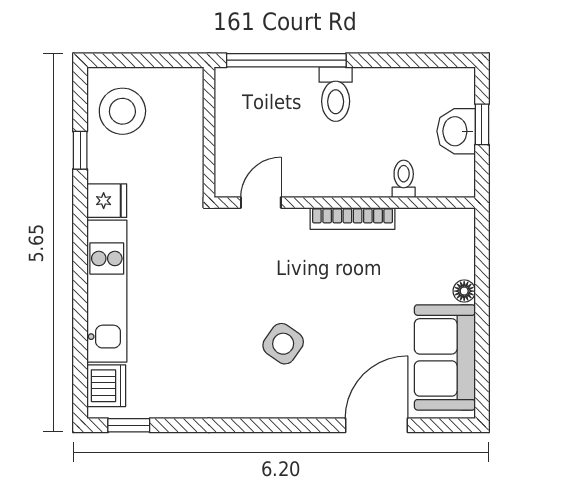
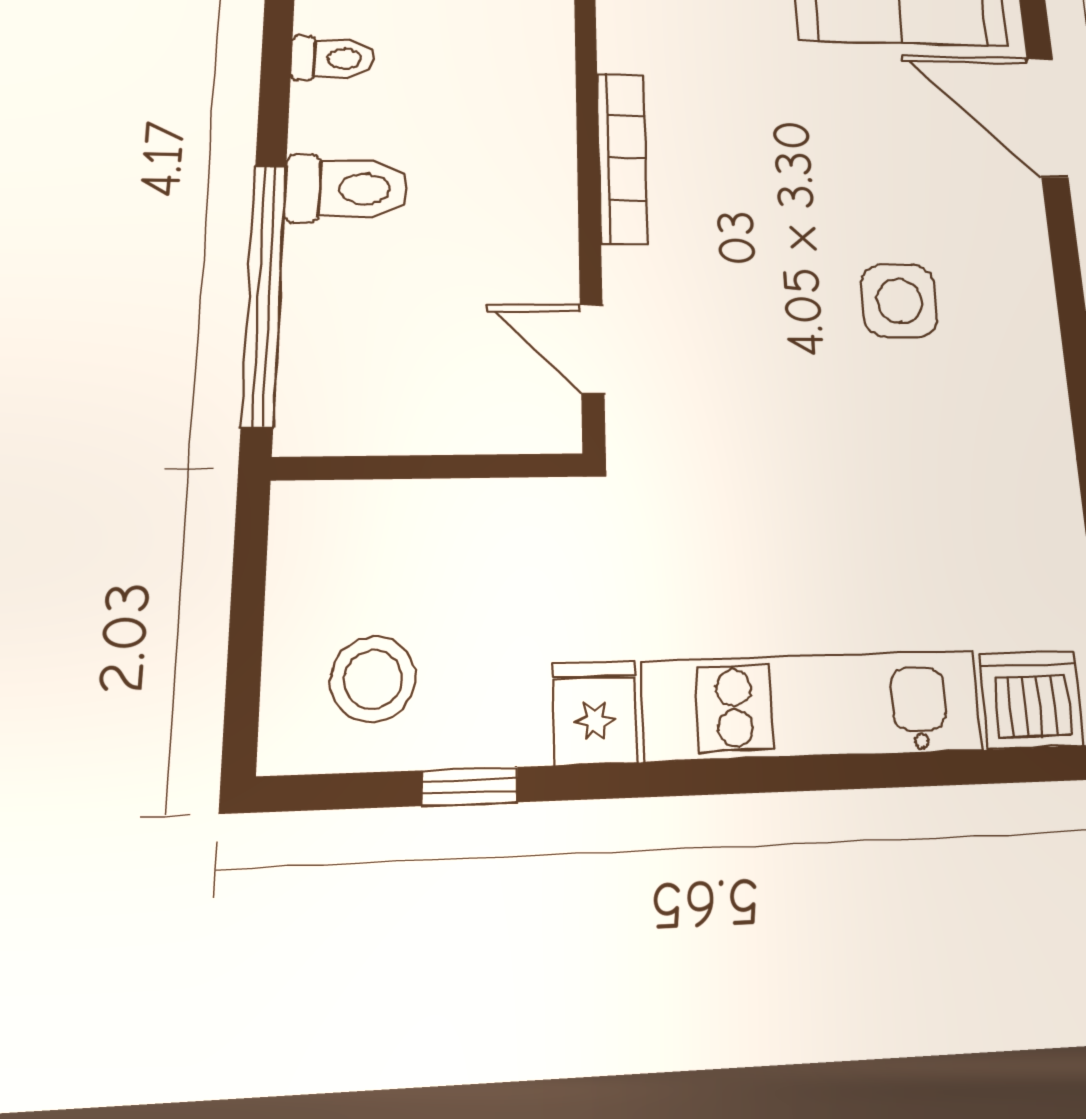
stool: (122, 111) -> (373, 679), width x0.73, depth x0.73
toilet: (404, 179) -> (333, 59), moved, turned 180
side table: (283, 344) -> (899, 301), turned -35

